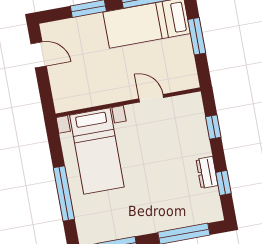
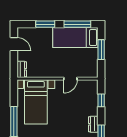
dresser: (61, 97) -> (22, 69), added
door: (151, 98) -> (70, 79), swing flipped

